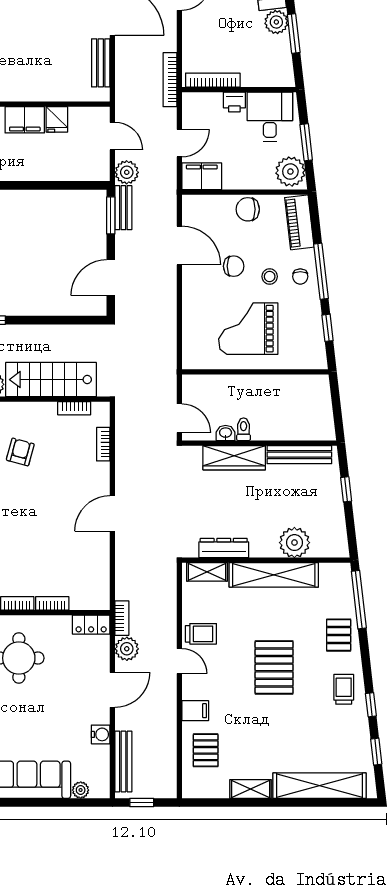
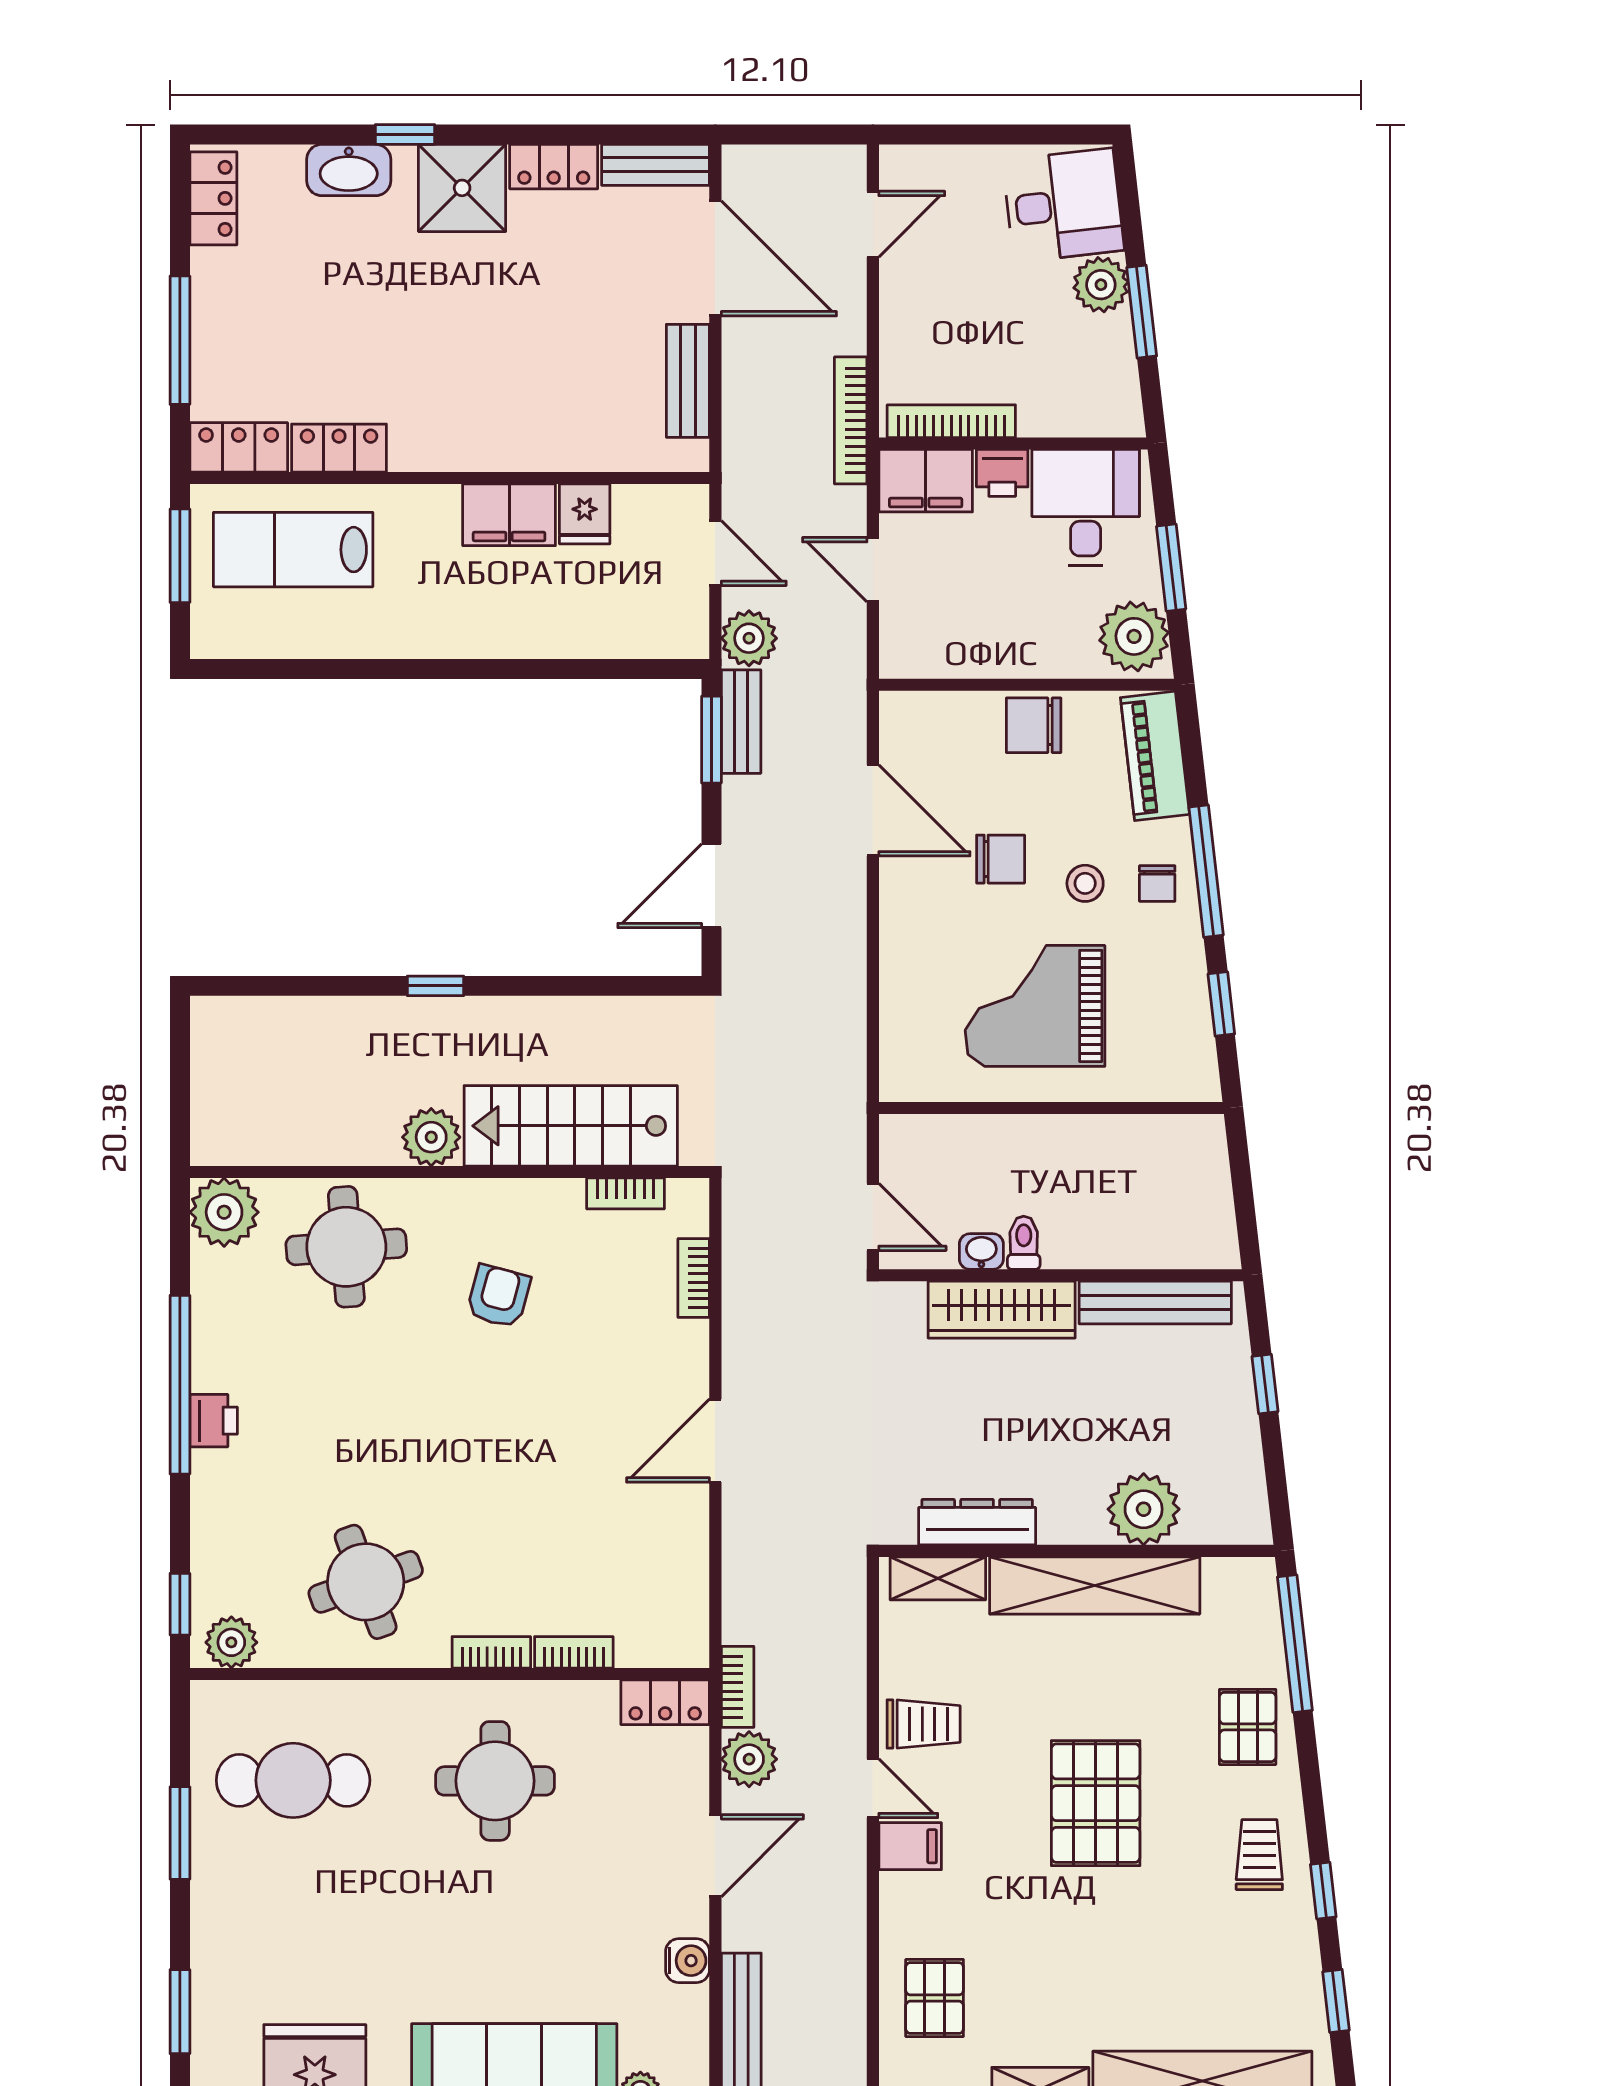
door: (179, 143) -> (873, 570), swing flipped
filing cabinet: (202, 176) -> (926, 481), moved, turned 180
filing cabinet: (195, 711) -> (910, 1846), moved

